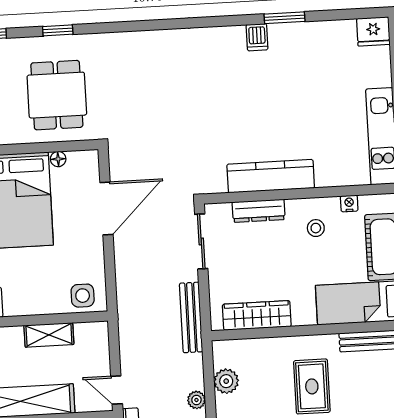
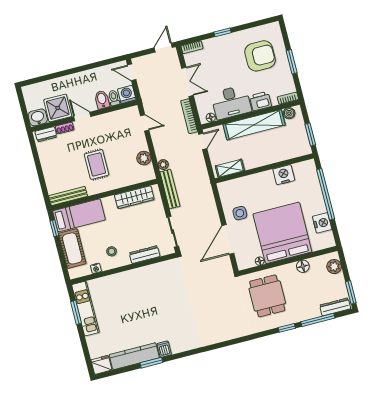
window: (58, 30) -> (287, 328), moved
kitchen counter: (271, 176) -> (134, 356), moved, turned 180
side table: (83, 296) -> (240, 213), moved
shelving: (49, 335) -> (230, 168), moved
door: (117, 390) -> (203, 141), hinge flipped
plant: (196, 400) -> (163, 165), moved

